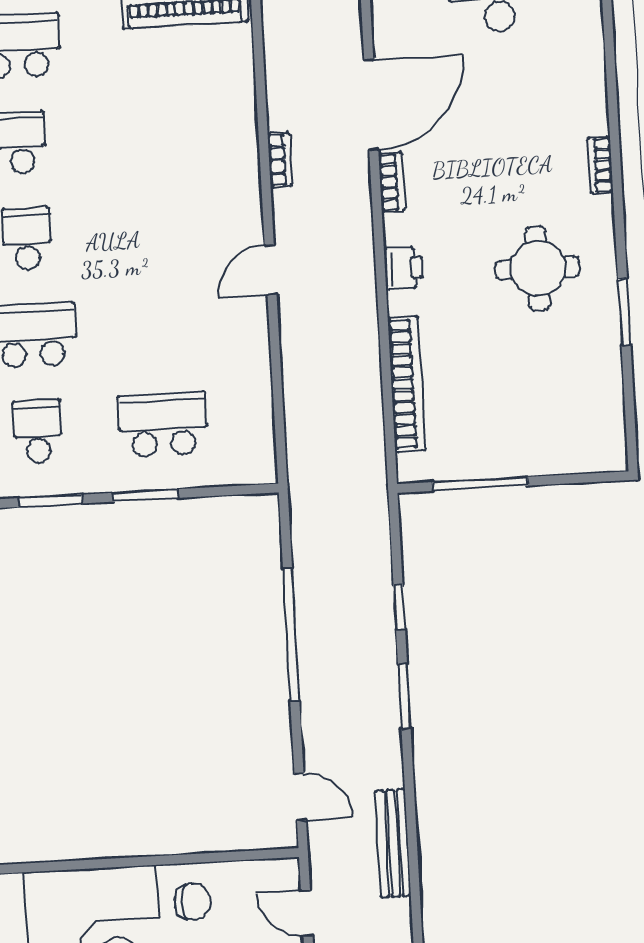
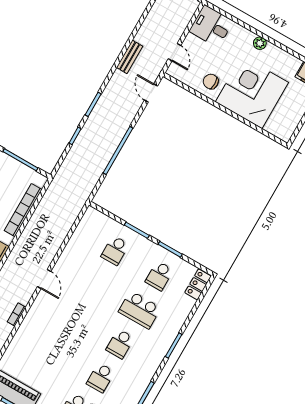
door: (271, 270) -> (44, 279), hinge flipped
school desk: (163, 424) -> (115, 250), width x0.54
bench: (393, 843) -> (130, 57), width x0.73

